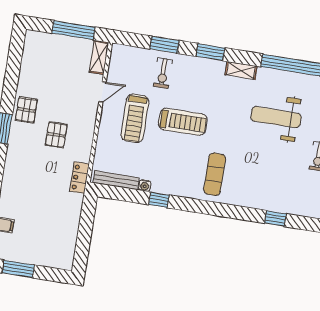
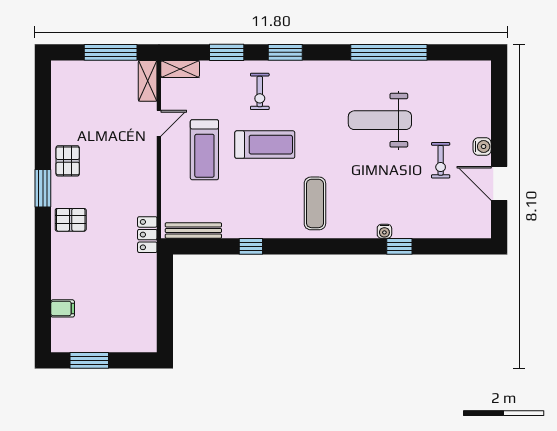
shelving: (241, 70) -> (180, 69), moved
exercise bike: (163, 73) -> (260, 91), moved
pallet: (56, 135) -> (71, 220), moved, turned 90
water cooler: (145, 185) -> (384, 231), moved

